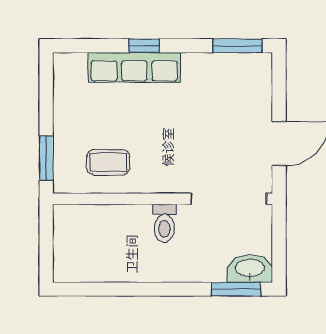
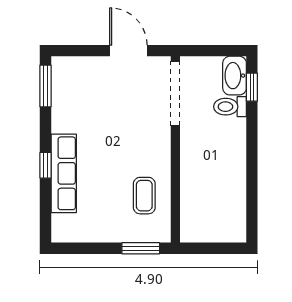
toilet: (164, 223) -> (230, 107), moved, turned 180
window: (236, 289) -> (252, 87), width x0.67

